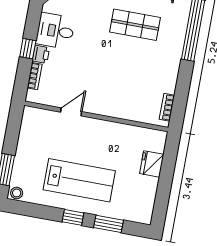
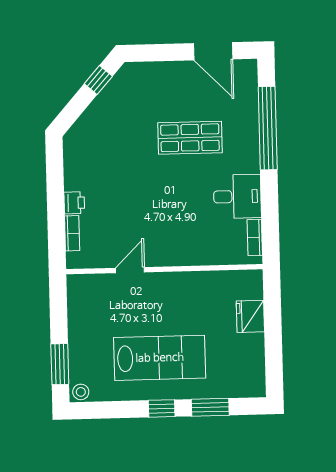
desk: (55, 31) -> (237, 196), moved, turned 180
window: (28, 49) -> (56, 199), removed

